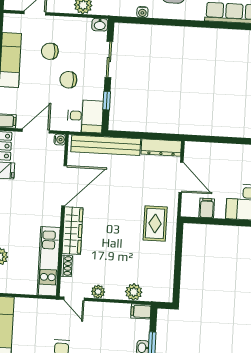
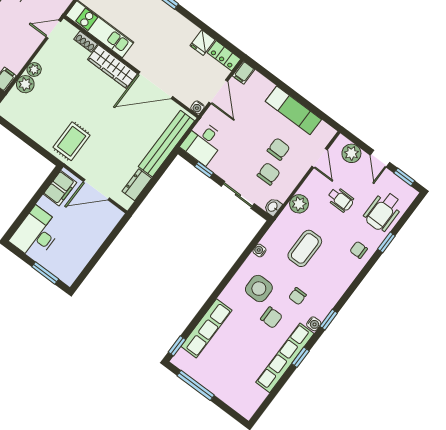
chair: (68, 80) -> (269, 174), moved
dresser: (161, 148) -> (137, 185), width x0.70
door: (64, 186) -> (156, 85), hinge flipped
filing cabinet: (207, 208) -> (60, 188), width x2.00
rug: (155, 224) -> (72, 141), turned 90
plant: (98, 292) -> (34, 69), moved

